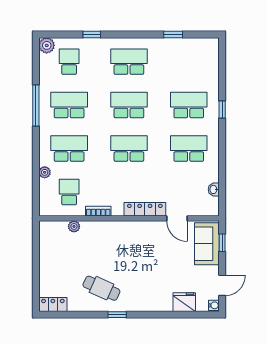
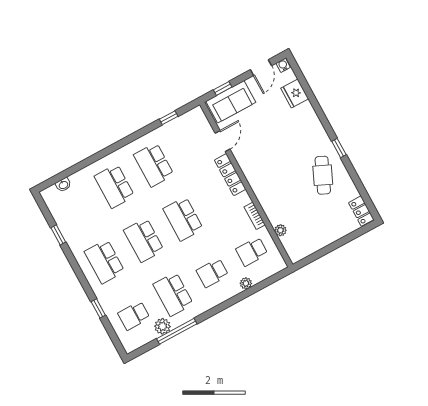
plant: (47, 45) -> (162, 326), moved
window: (36, 105) -> (177, 331), moved
window: (222, 110) -> (169, 118), moved
school desk: (69, 149) -> (212, 273), width x0.54
washbasin: (214, 189) -> (63, 185), moved
door: (222, 285) -> (261, 68), swing flipped

